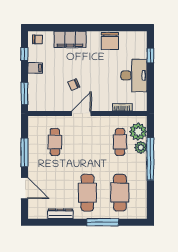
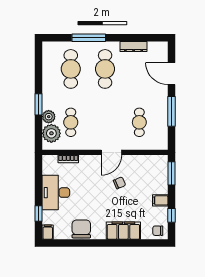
filing cabinet: (142, 38) -> (48, 232), added
window: (150, 159) -> (39, 104), width x0.47

